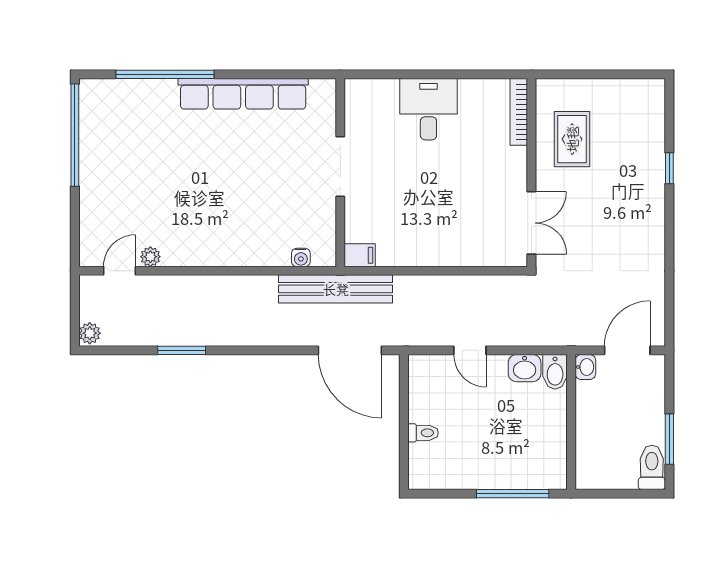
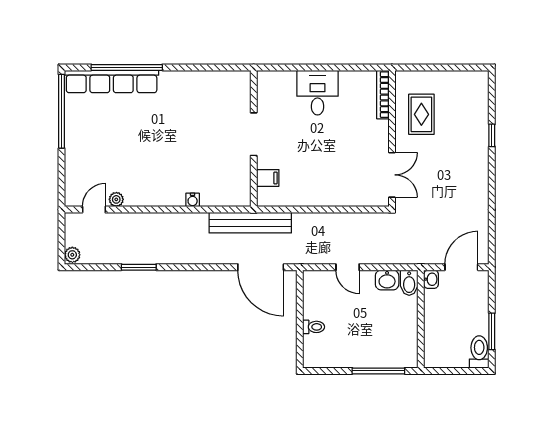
row of seats: (243, 94) -> (112, 81), moved
filing cabinet: (360, 255) -> (268, 178), moved
water cooler: (301, 257) -> (193, 200), moved

